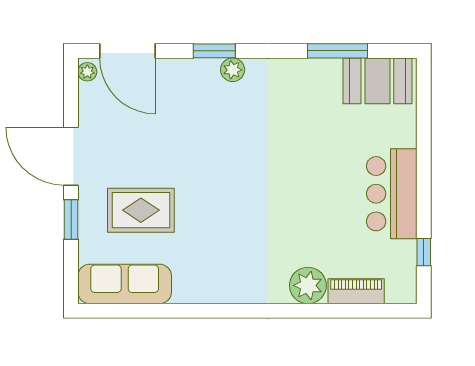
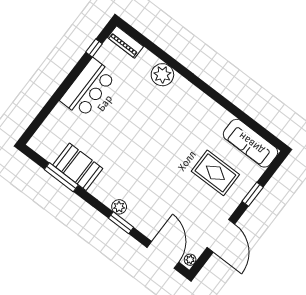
booth: (377, 81) -> (78, 167), moved
door: (71, 156) -> (221, 236), moved
piano: (356, 291) -> (125, 42), moved

